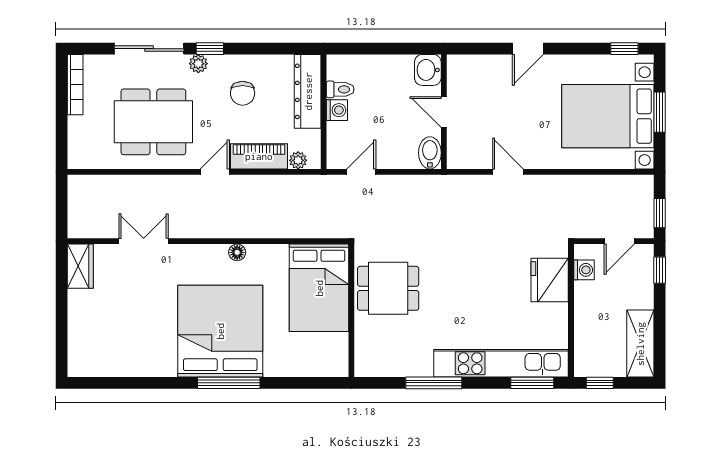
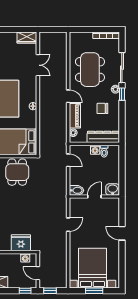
window: (624, 49) -> (122, 275), removed

